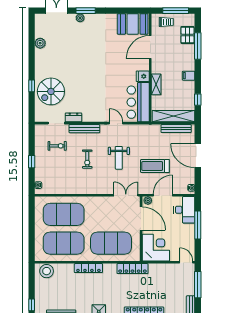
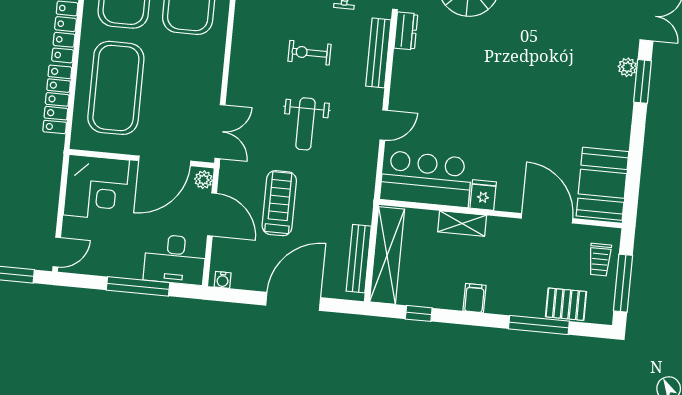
weight bench: (119, 158) -> (305, 124), turned -90
locker: (132, 269) -> (57, 99), moved

